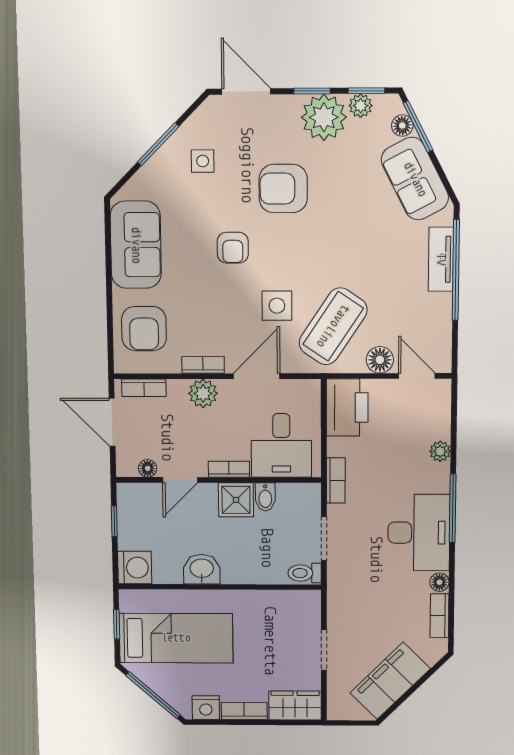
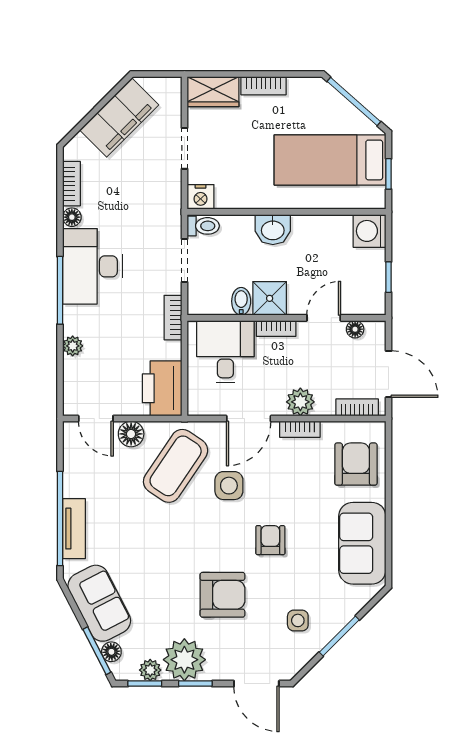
washbasin: (202, 569) -> (273, 230), moved
nightstand: (206, 708) -> (201, 197), moved, turned 180

